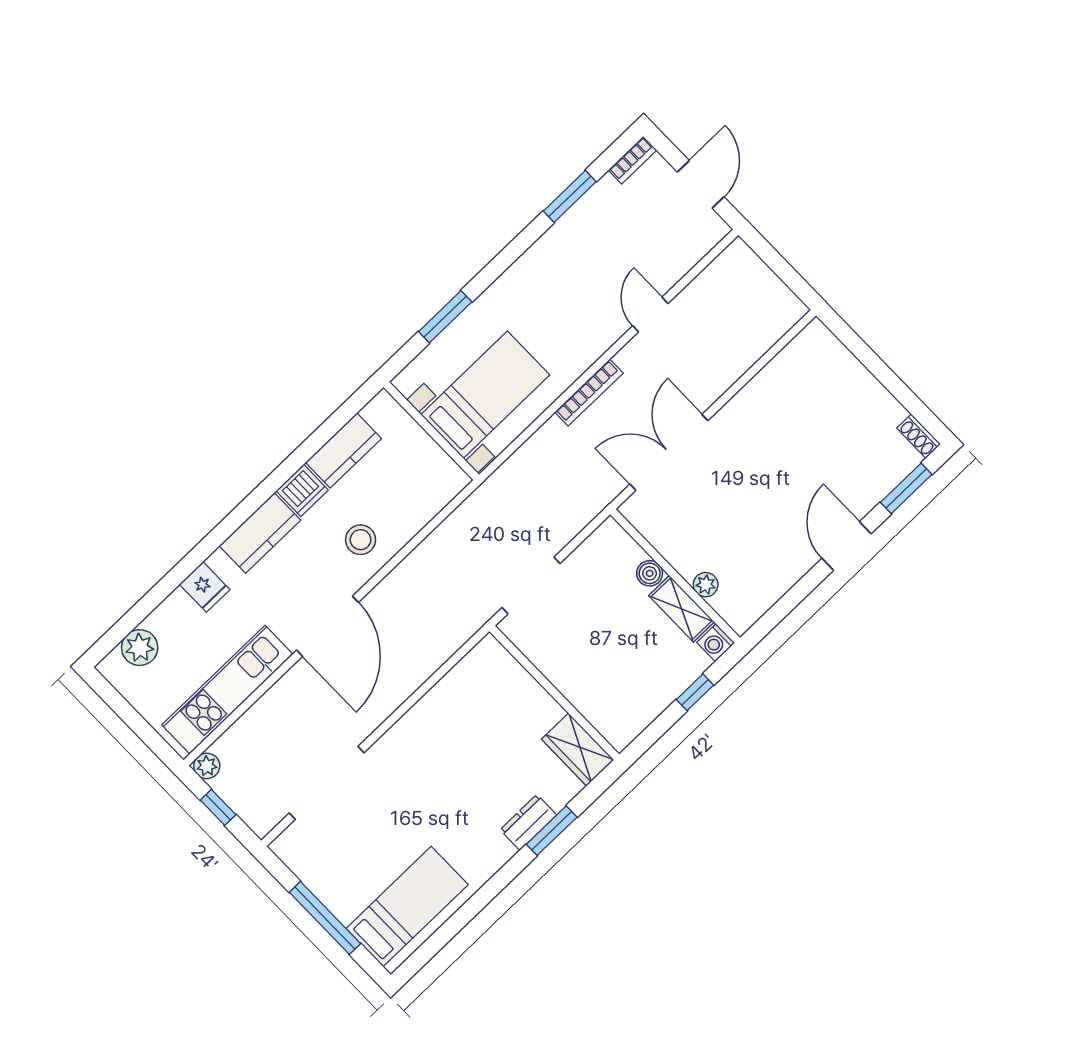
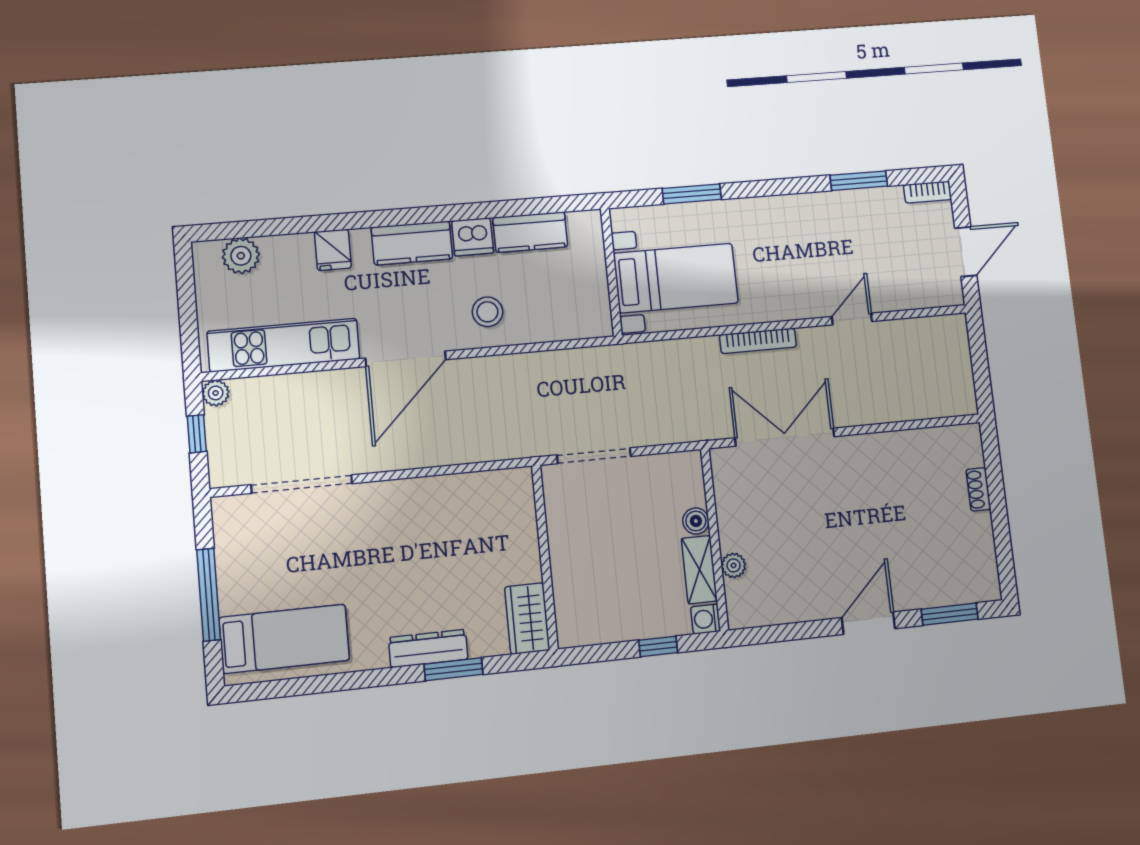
shoe rack: (919, 436) -> (978, 489), moved
dresser: (528, 822) -> (428, 648), width x1.44

